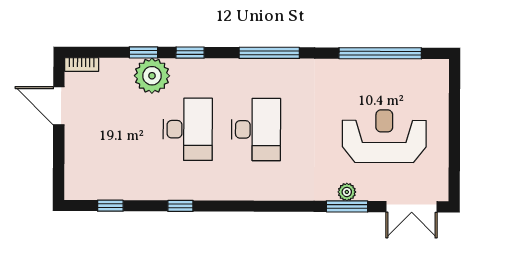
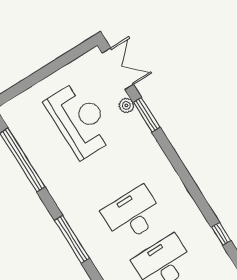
reception desk: (384, 136) -> (80, 120), turned 180
plant: (347, 192) -> (126, 106), moved

